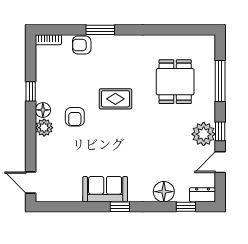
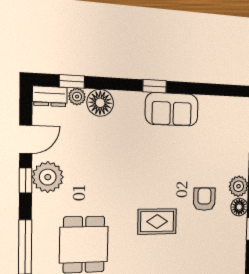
plant: (182, 196) -> (77, 97), added

